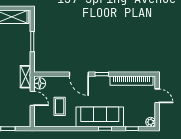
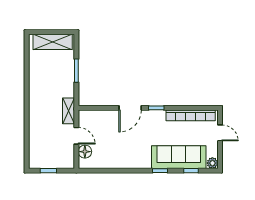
door: (79, 74) -> (130, 108), hinge flipped
floor lamp: (40, 83) -> (85, 152), moved
coffee table: (60, 106) -> (108, 145), removed
sofa: (100, 117) -> (179, 157), moved

